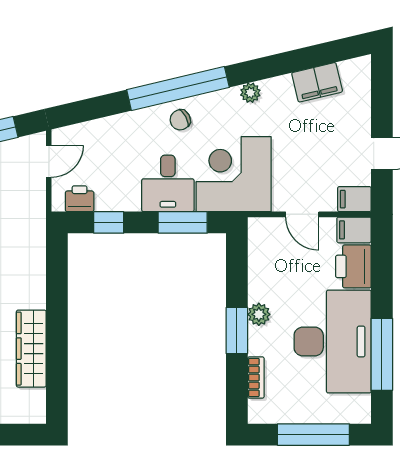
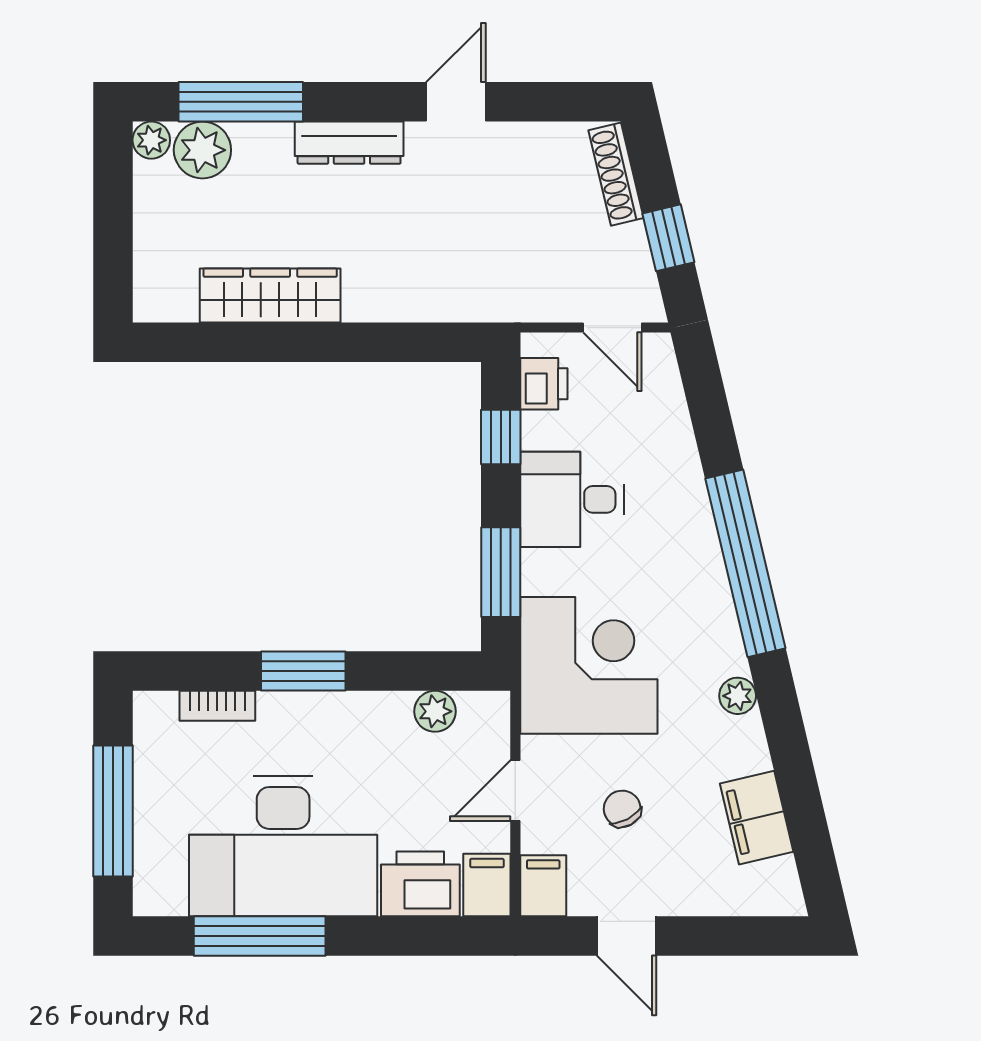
chair: (180, 120) -> (622, 809), moved
desk: (168, 183) -> (572, 499), moved
plant: (259, 314) -> (435, 711), moved

